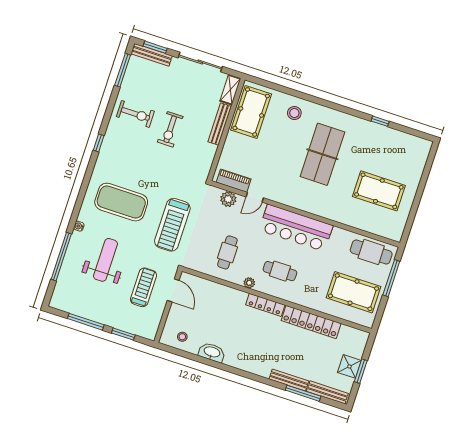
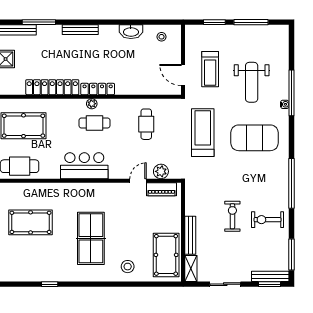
sliding door: (200, 62) -> (225, 284), width x0.73
window: (99, 143) -> (292, 183), width x3.17
bar counter: (296, 228) -> (84, 166), width x0.73
window: (61, 257) -> (292, 93), moved
plant: (249, 283) -> (92, 104), moved
bench: (289, 380) -> (80, 30), moved

